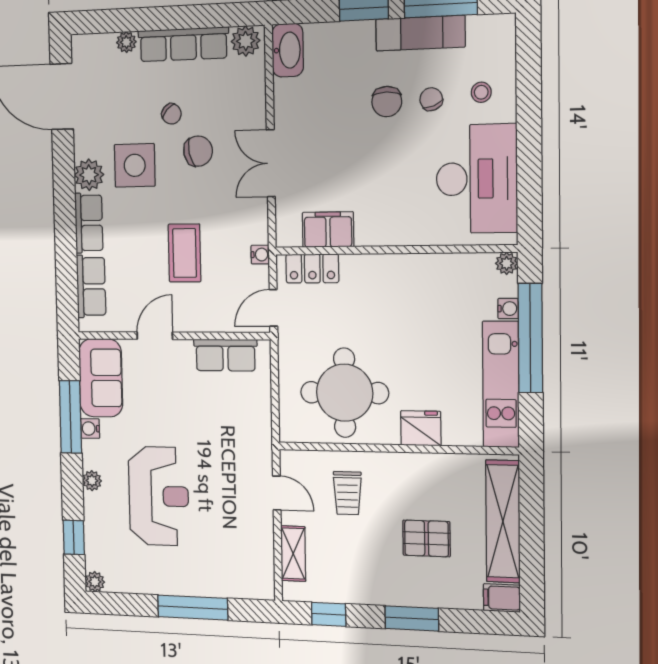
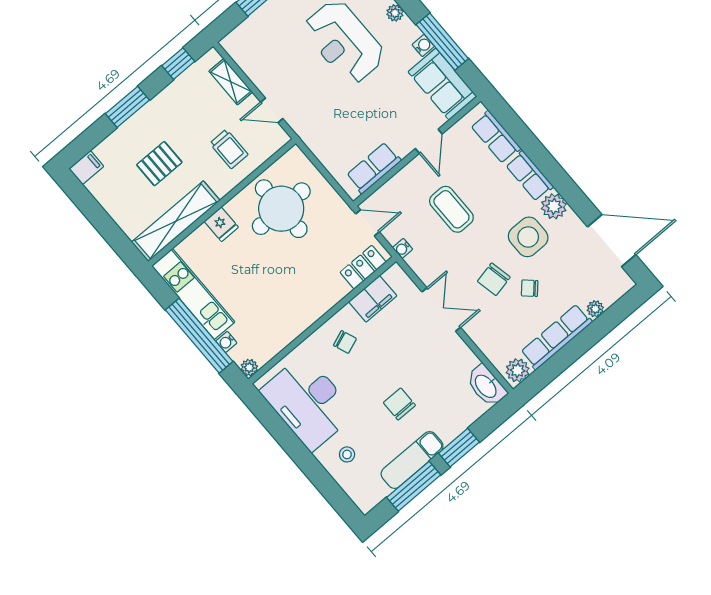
chair: (431, 99) -> (345, 342), moved
door: (273, 308) -> (367, 223), hinge flipped
fridge: (421, 428) -> (221, 224), width x0.72
trolley: (347, 493) -> (229, 149), turned 180
shelving: (503, 521) -> (176, 221), moved, turned 90

